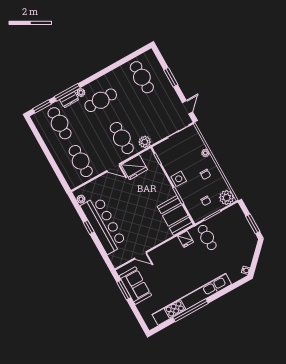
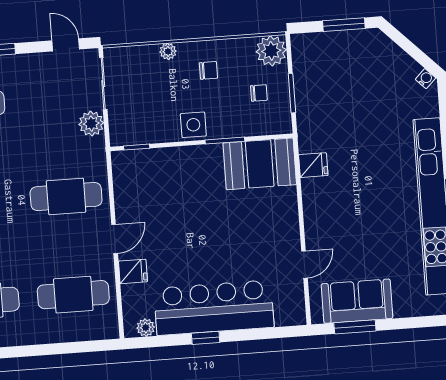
plant: (145, 142) -> (91, 124), moved
fridge: (134, 167) -> (133, 271), moved, width x0.53, depth x0.75
cafe table: (207, 237) -> (329, 123), removed

